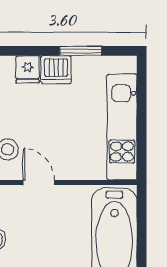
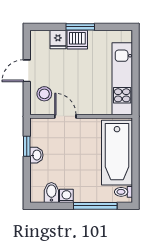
window: (81, 51) -> (80, 27), moved

